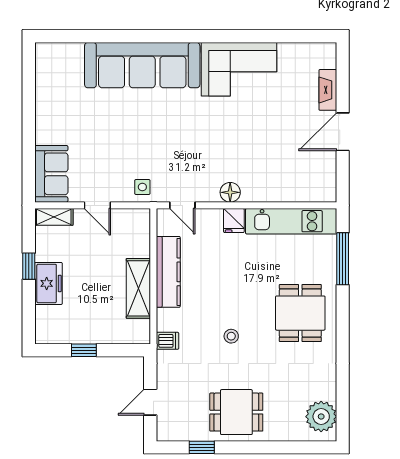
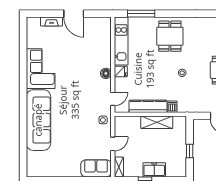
dining table: (300, 313) -> (170, 36), turned 90
dishwasher: (167, 341) -> (172, 107), moved

